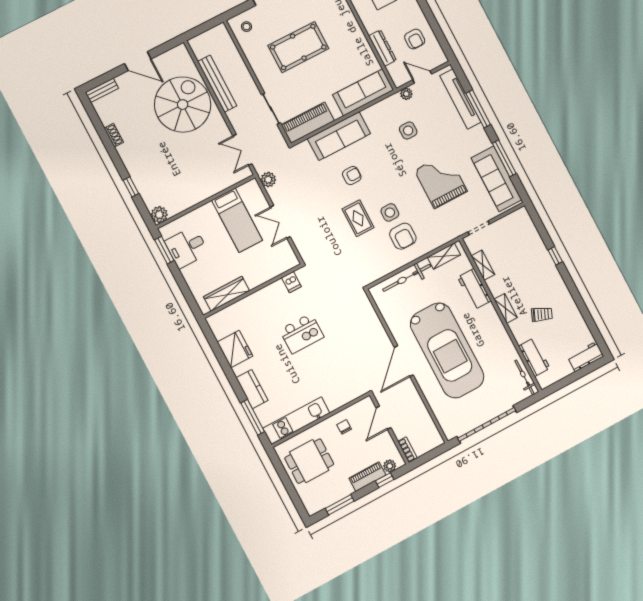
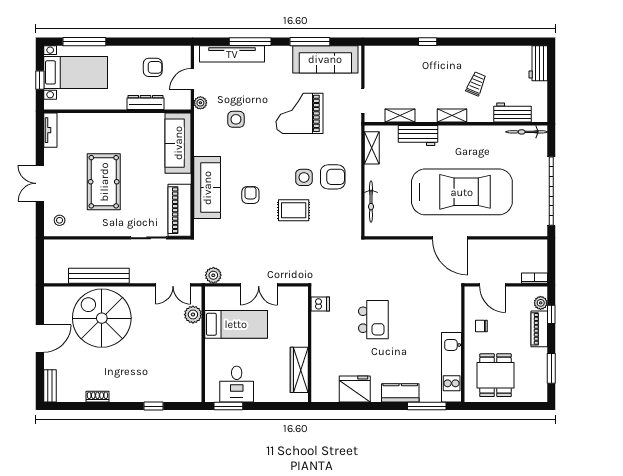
plant: (159, 215) -> (193, 315), moved
bicycle: (407, 278) -> (371, 202), width x0.73, depth x0.71

